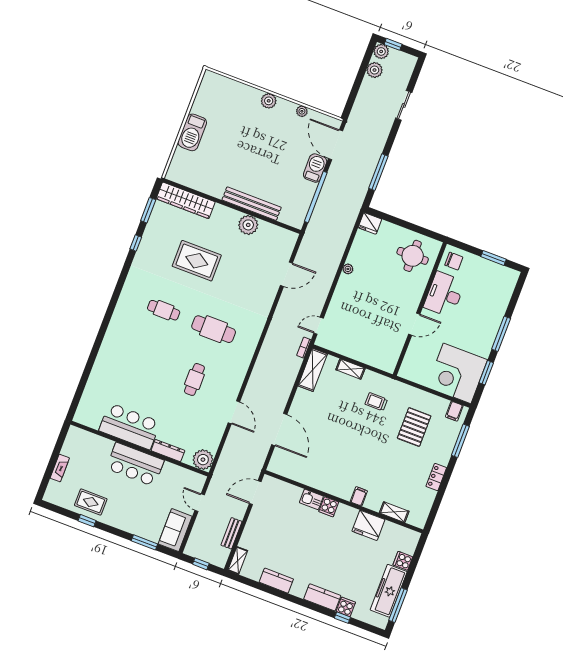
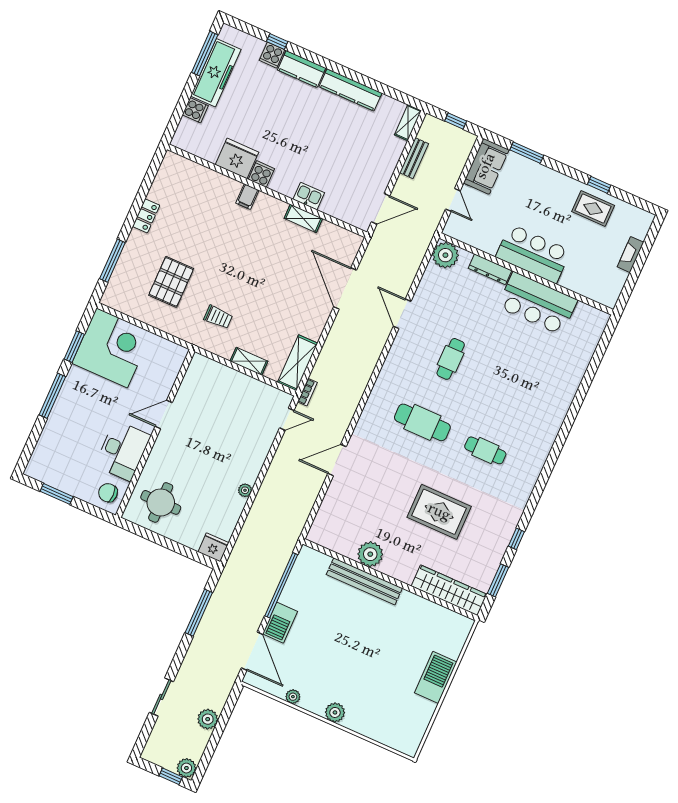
plant: (375, 70) -> (208, 719), moved
door: (286, 274) -> (337, 460), moved
filing cabinet: (454, 411) -> (118, 299), removed
cooker: (329, 507) -> (261, 174), moved
shelving: (394, 512) -> (303, 218), moved
kitchen counter: (276, 581) -> (350, 90), width x1.50

